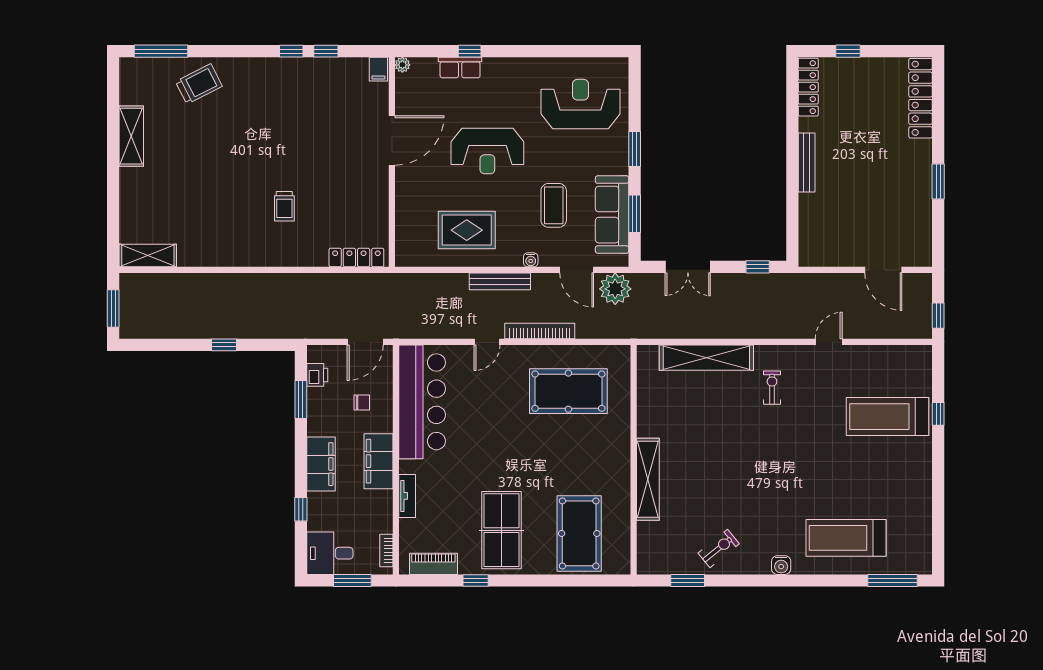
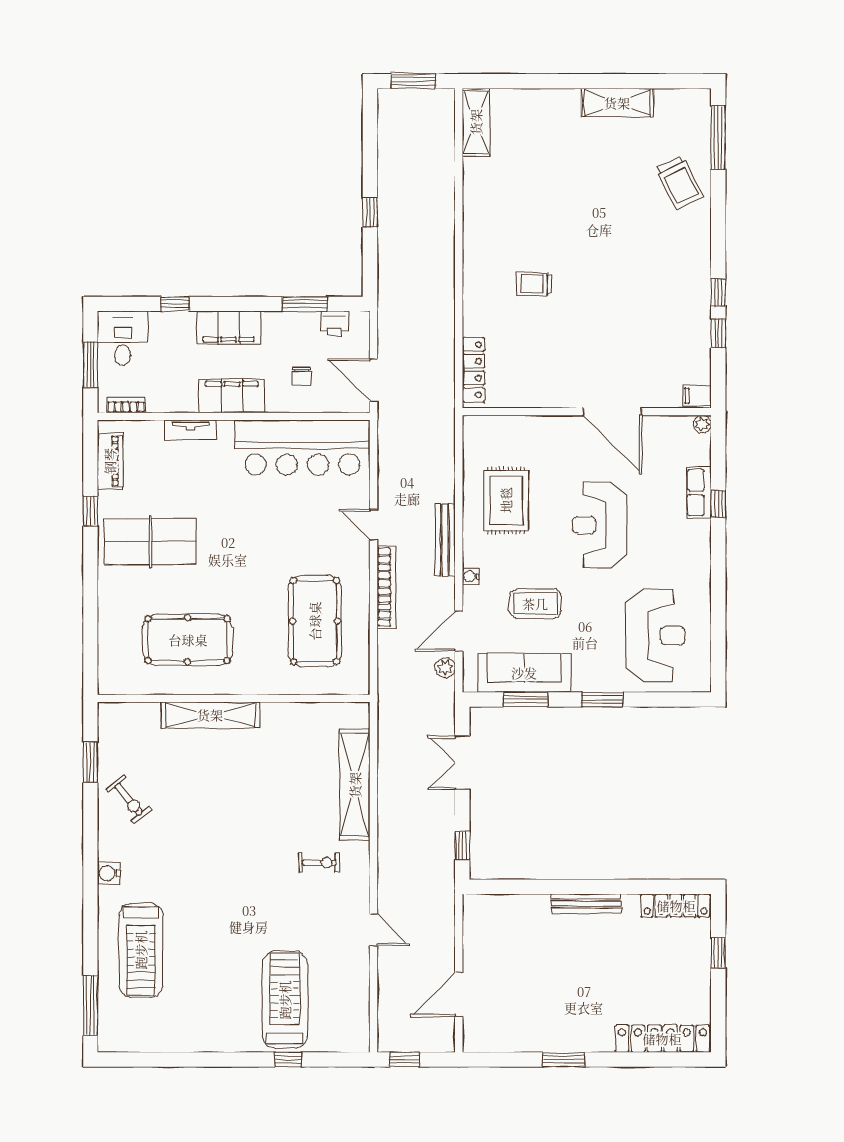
plant: (615, 289) -> (445, 668), width x0.53, depth x0.53
pool table: (579, 533) -> (188, 640), moved
treadmill: (846, 538) -> (141, 950), turned 180

